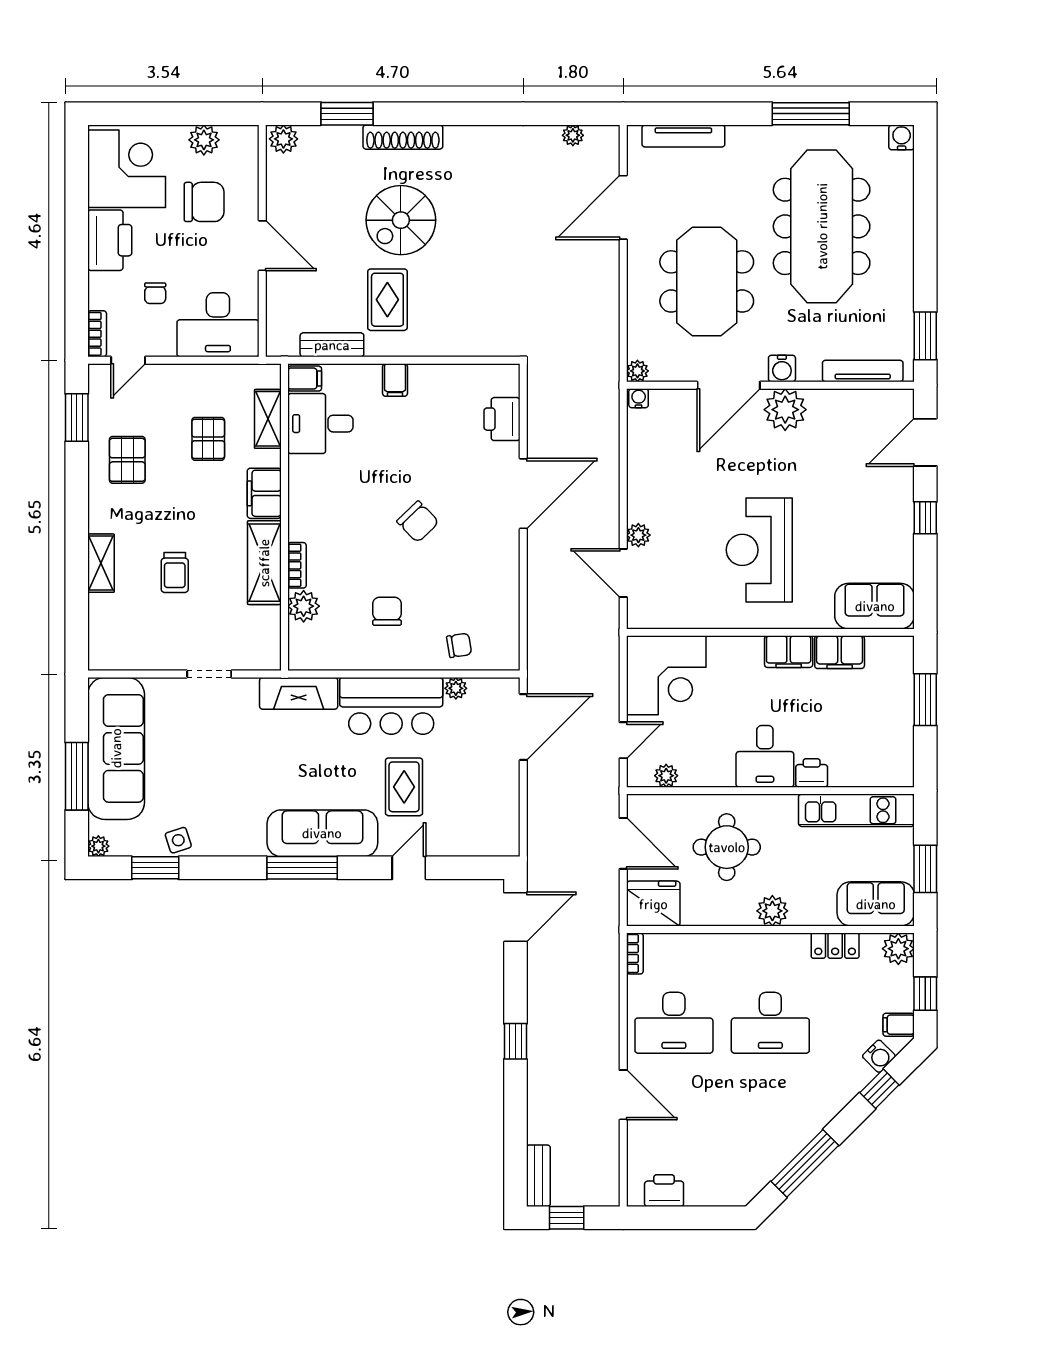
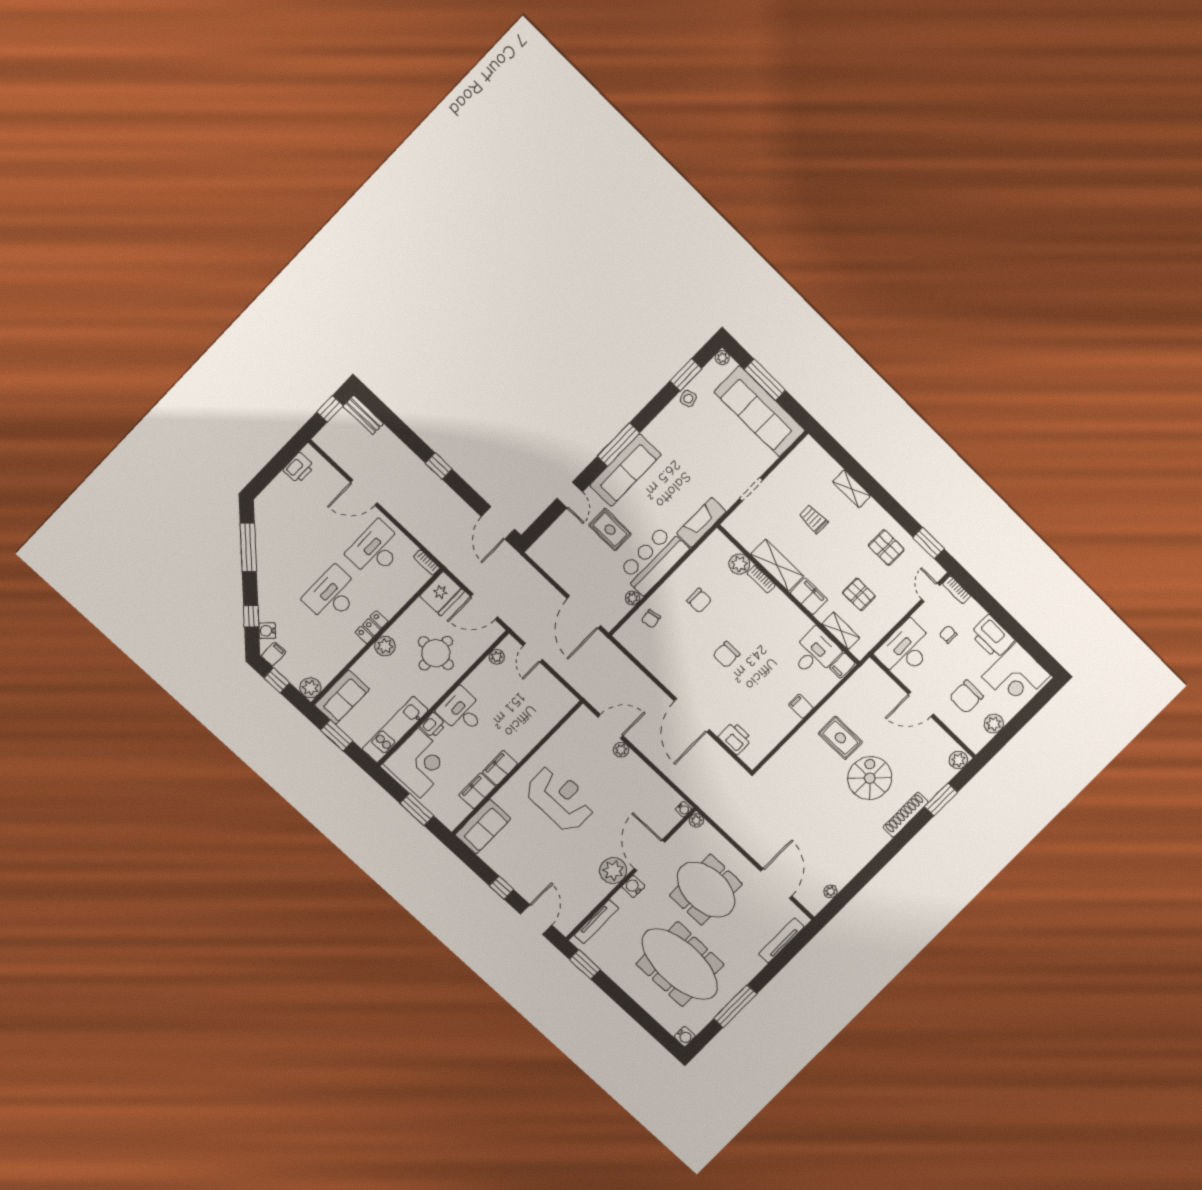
bench: (332, 345) -> (845, 693), removed
chair: (418, 522) -> (726, 655), turned -46
corner desk: (666, 675) -> (419, 763), moved, turned 180
locker: (835, 946) -> (372, 627), moved

